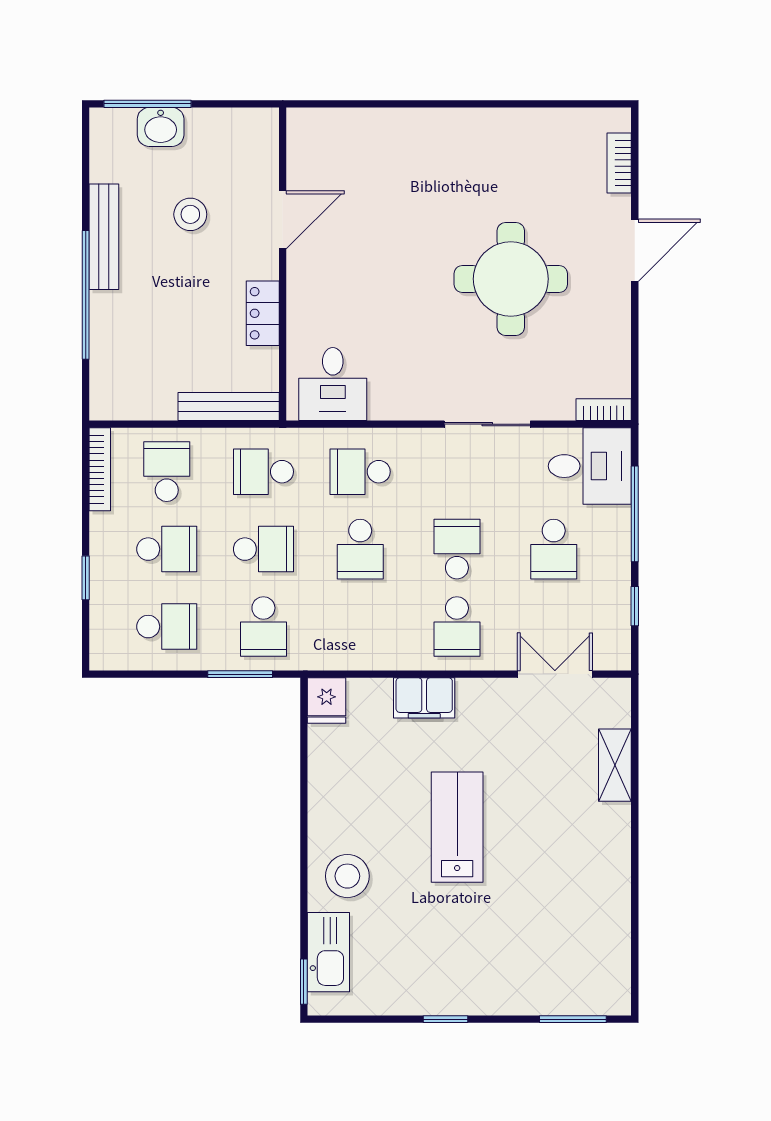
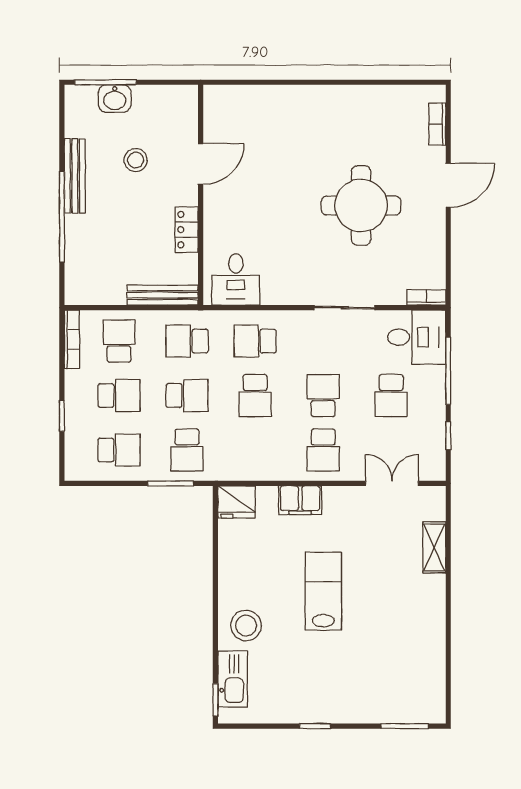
fridge: (327, 700) -> (237, 502), width x1.38

